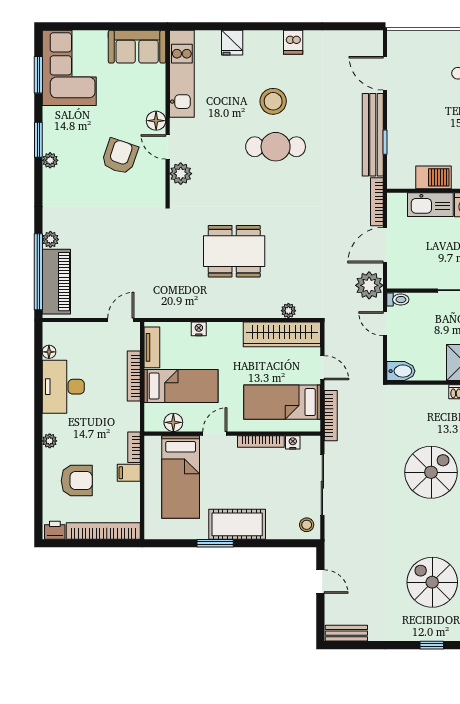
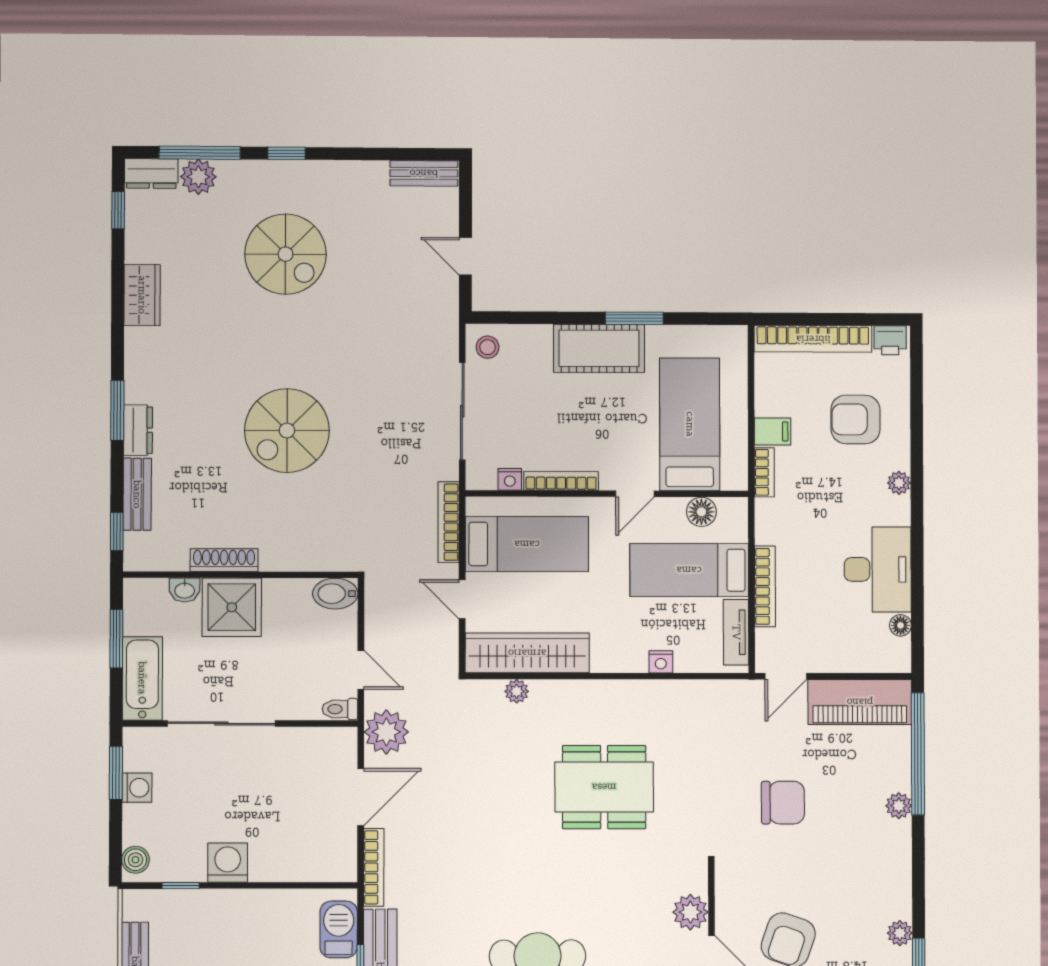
barbecue: (434, 177) -> (339, 929), moved, turned 90
kitchen sink: (430, 205) -> (287, 863), removed
chair: (123, 241) -> (783, 803), added
piano: (56, 282) -> (860, 702), moved, turned -90

